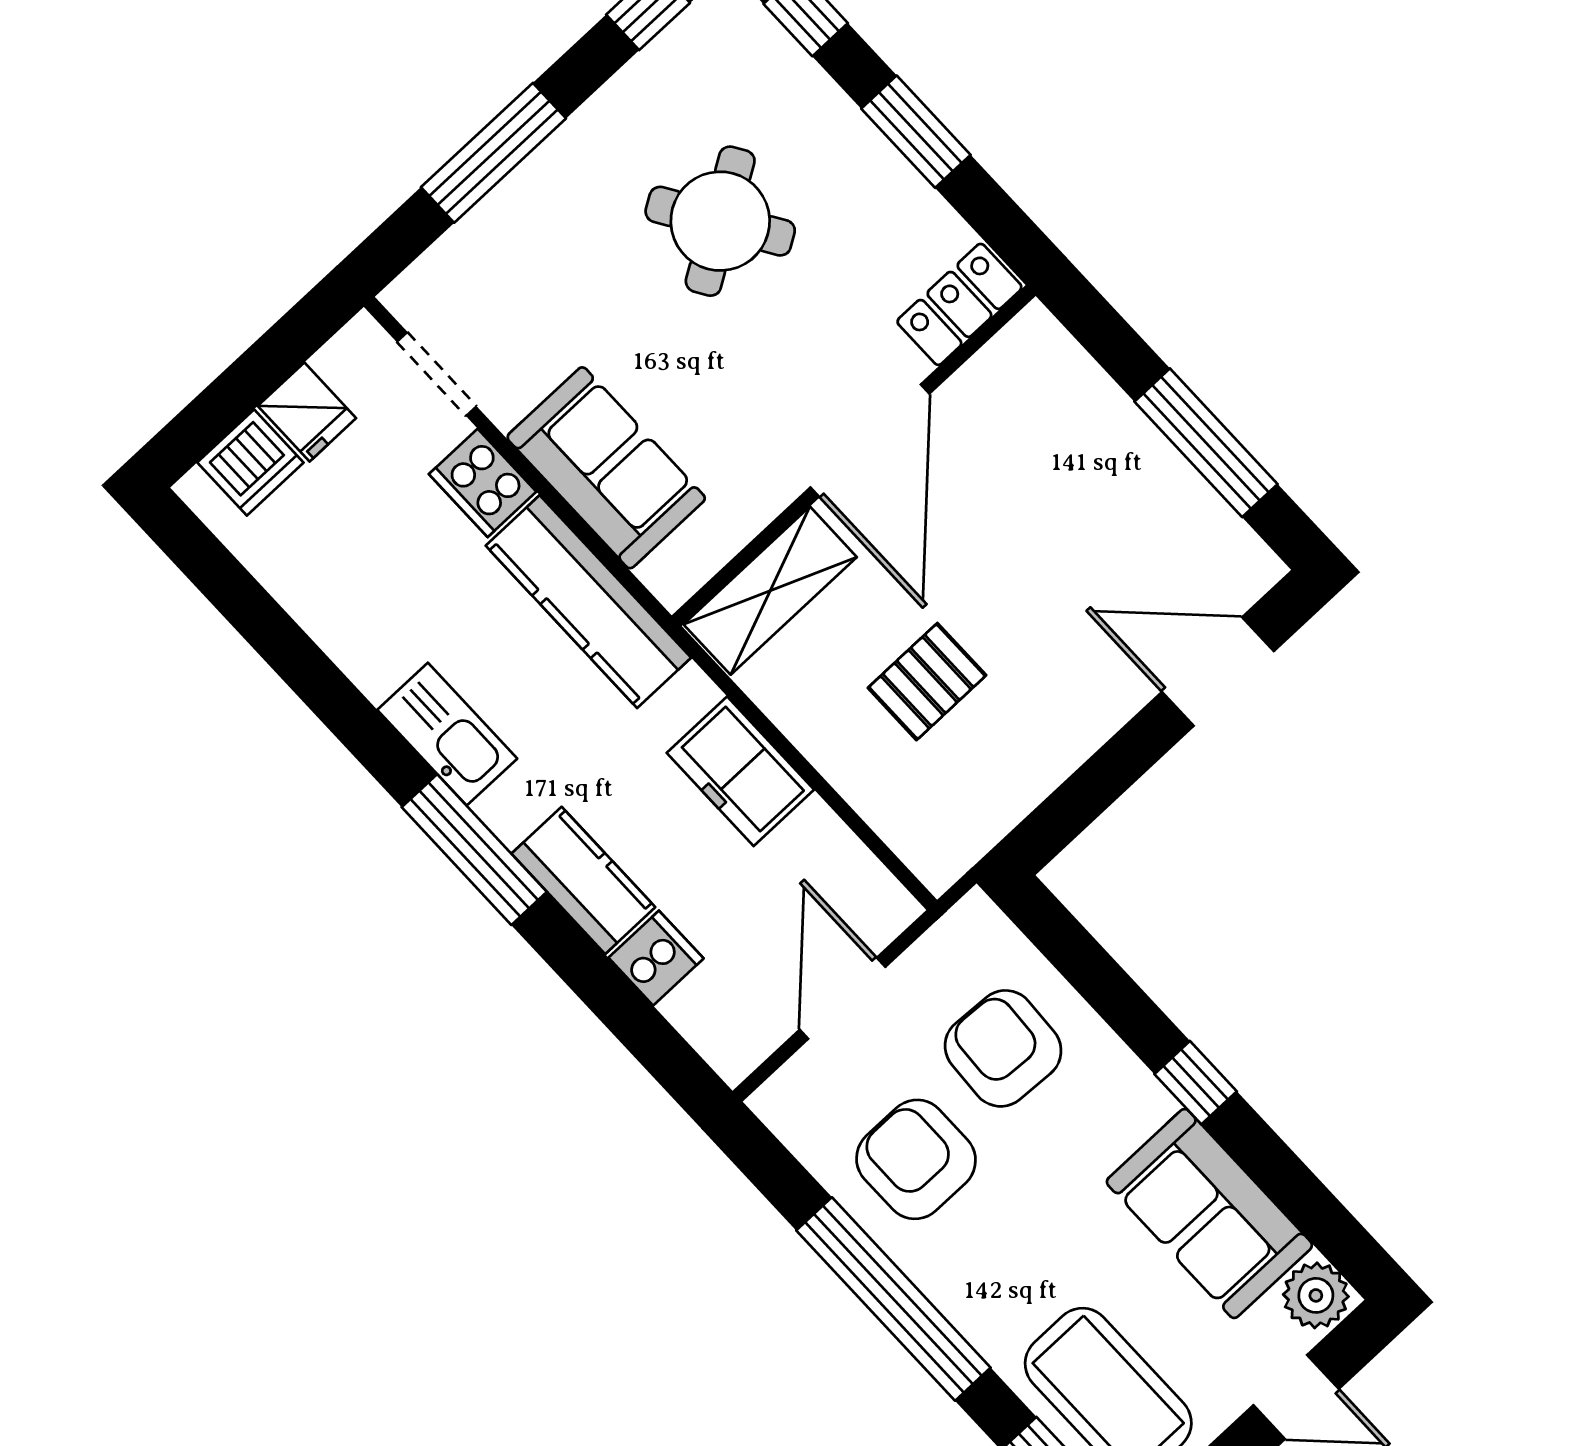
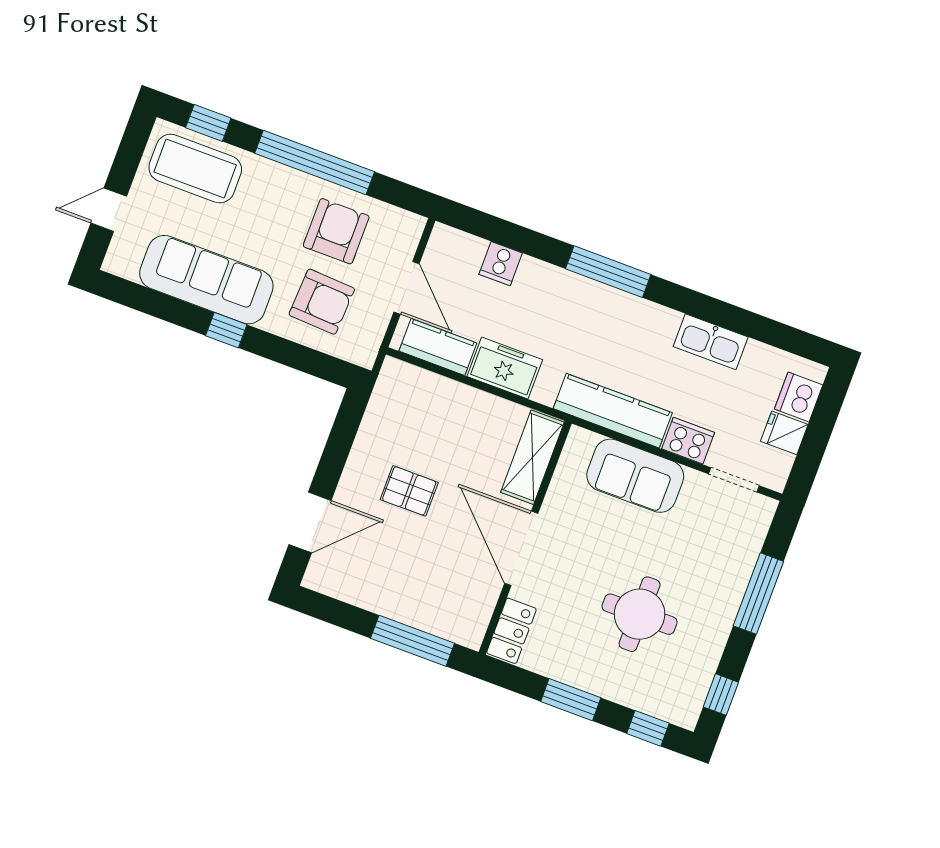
round table: (720, 221) -> (640, 614), turned 32
window: (1206, 443) -> (412, 641), moved
pallet: (927, 682) -> (409, 491), moved, turned 90
kitchen sink: (447, 734) -> (711, 342), moved
kitchen counter: (583, 880) -> (438, 347), moved, turned 180
armchair: (916, 1159) -> (336, 231), turned -90
sofa: (1209, 1213) -> (206, 280), width x1.36
plant: (1316, 1295) -> (123, 260), removed

